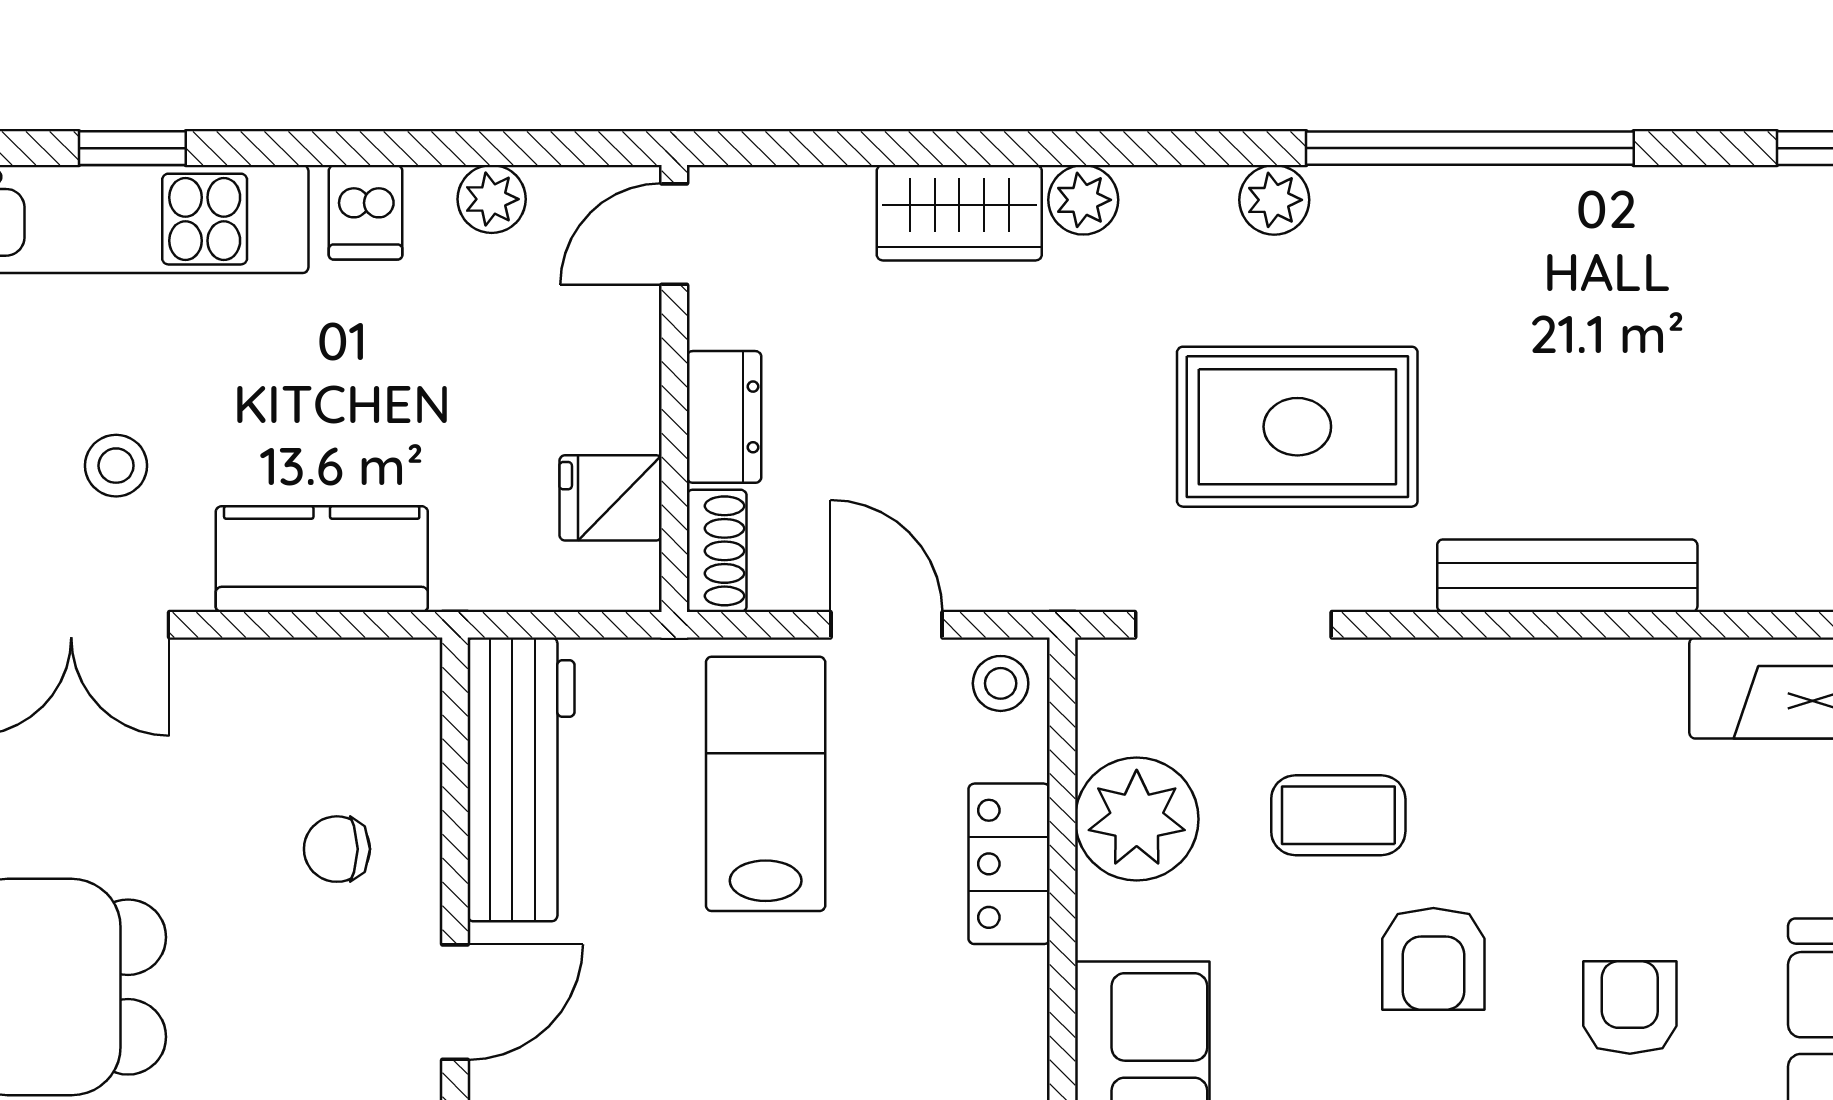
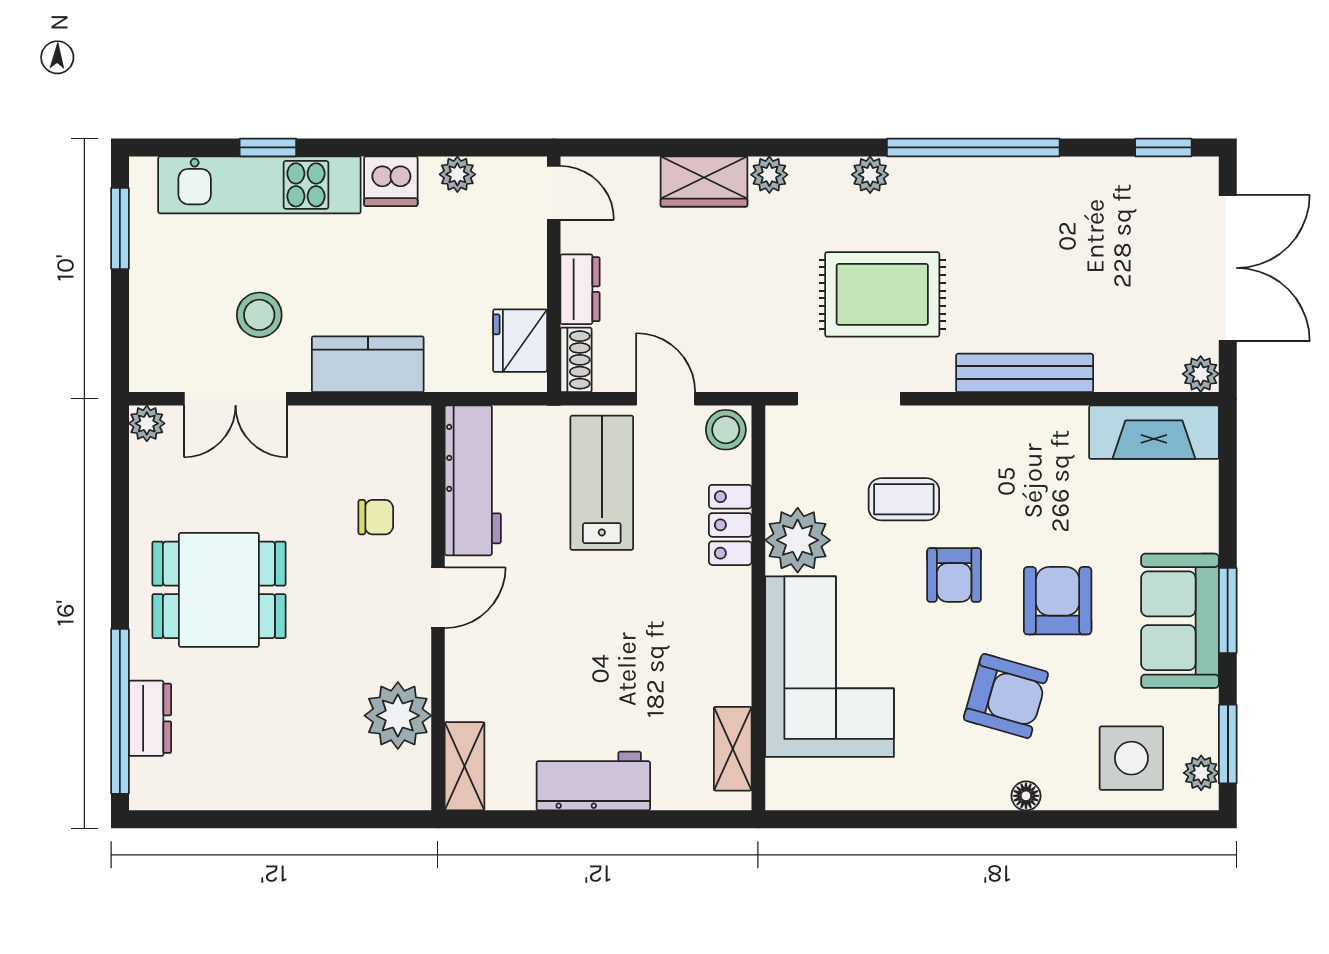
dishwasher: (366, 212) -> (391, 181), width x1.38
door: (674, 234) -> (554, 193), swing flipped
stool: (116, 466) -> (259, 315), width x1.37, depth x1.37
fridge: (611, 498) -> (520, 341), width x1.38
stool: (1001, 683) -> (726, 430), width x1.37, depth x1.37
plant: (1137, 819) -> (798, 540), moved
chair: (337, 849) -> (376, 517), turned 180
armchair: (1630, 1008) -> (1058, 601), width x1.38, depth x1.38

